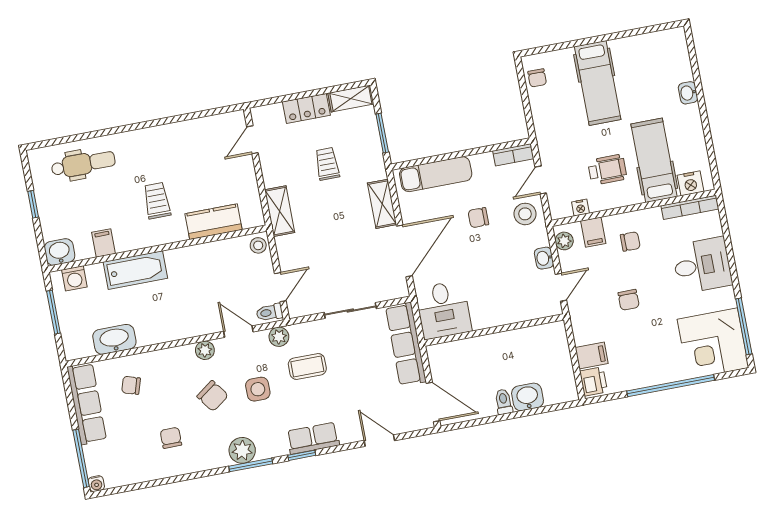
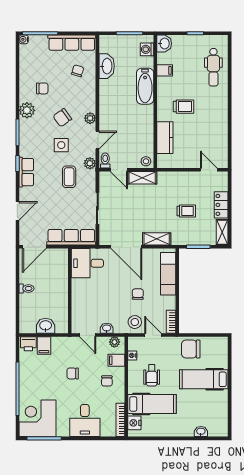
chair: (537, 78) -> (191, 349), moved, width x1.87, depth x1.87
washbasin: (688, 93) -> (201, 432), moved
shelving: (280, 211) -> (142, 178), moved
washbasin: (528, 397) -> (46, 326), moved, turned -90
plant: (242, 450) -> (27, 110), moved

